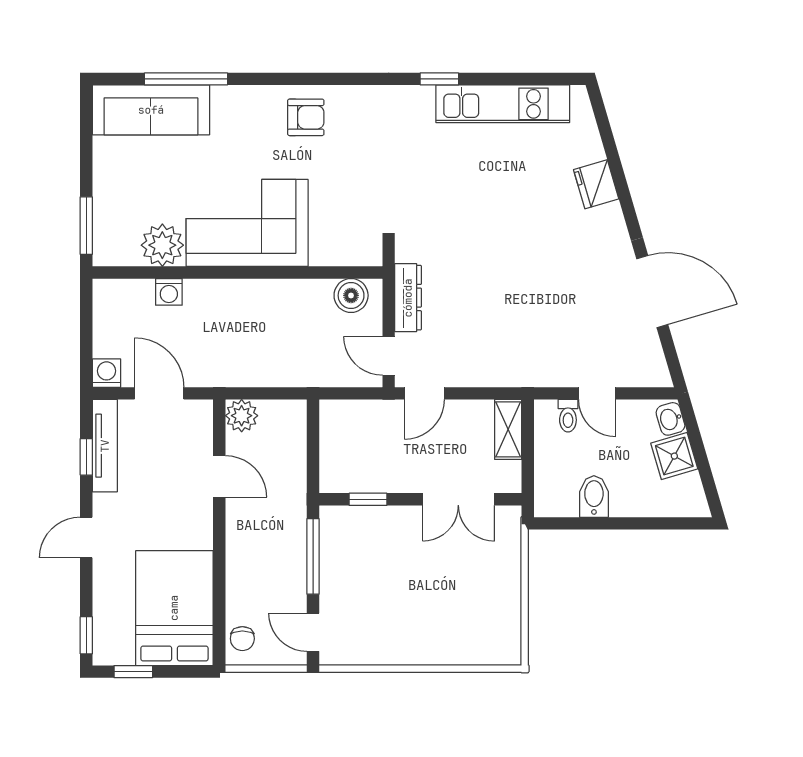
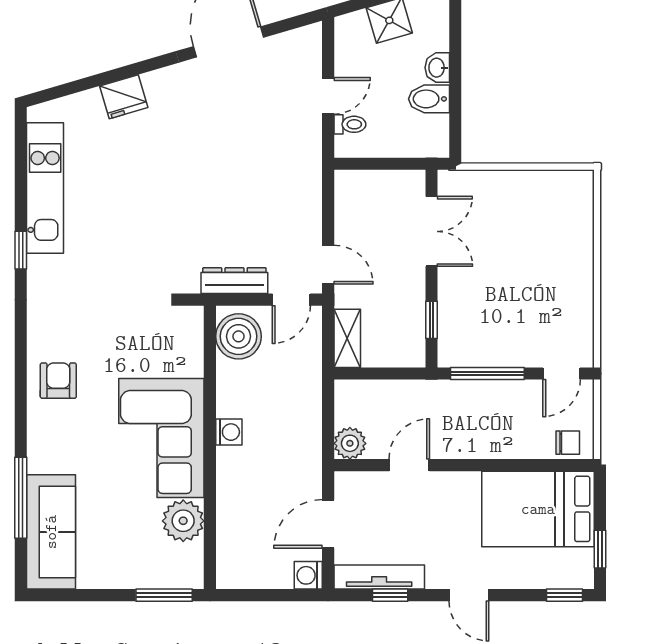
washing machine: (169, 292) -> (229, 432), moved
boiler: (351, 295) -> (238, 336), width x1.37, depth x1.37
washbasin: (670, 419) -> (437, 68), moved, turned 106
shelving: (508, 429) -> (347, 338), moved, turned 90

